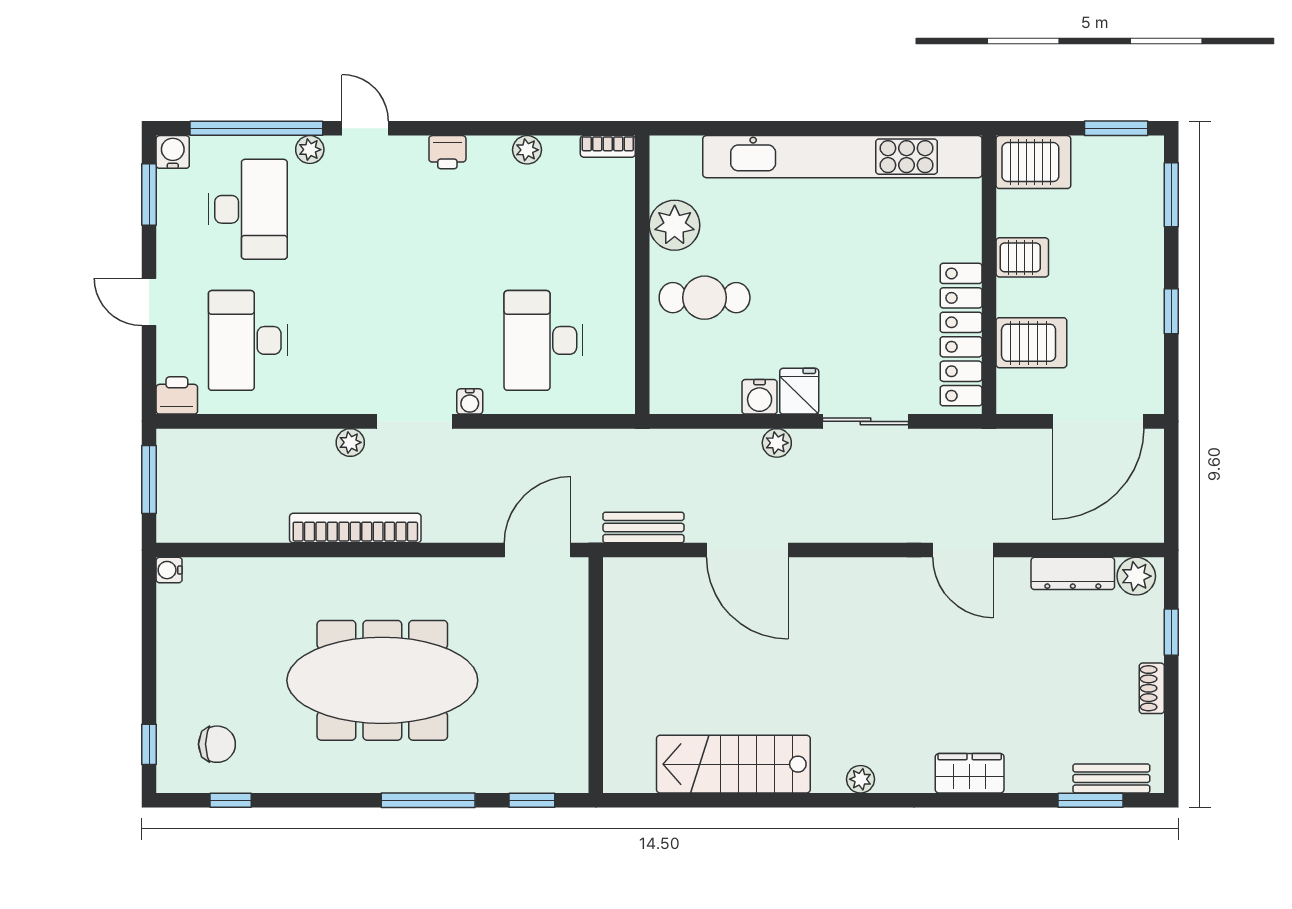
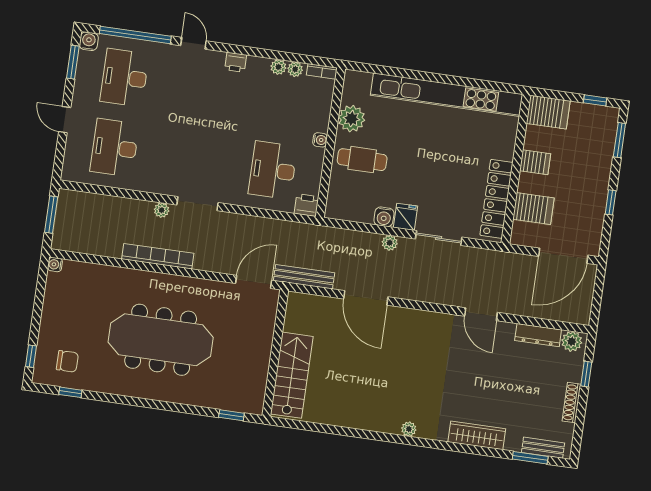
window: (1116, 128) -> (595, 100), width x0.67
plant: (310, 150) -> (295, 69), moved
desk: (248, 209) -> (125, 78), turned 180
printer: (177, 395) -> (306, 205), moved
water cooler: (470, 401) -> (320, 140), moved, turned -90
bench: (643, 527) -> (304, 277), width x1.36
shoe rack: (1152, 688) -> (571, 403), width x1.43
stairs: (733, 764) -> (292, 375), moved, turned 90
wardrobe: (970, 773) -> (477, 435), width x1.50
window: (428, 800) -> (176, 407), removed

